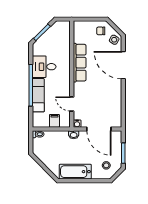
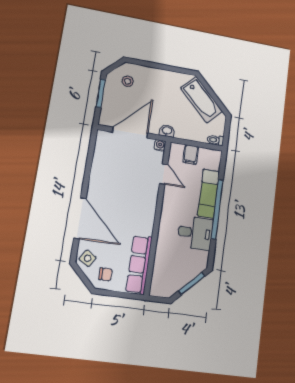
row of seats: (80, 63) -> (139, 265), moved
door: (99, 129) -> (130, 133), hinge flipped
bathtub: (75, 172) -> (202, 100), moved, turned 45

